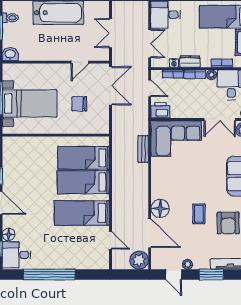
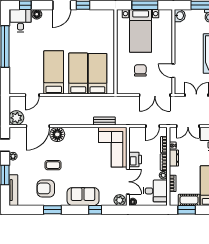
printer: (160, 110) -> (135, 159), moved
double door: (220, 119) -> (128, 182), swing flipped

